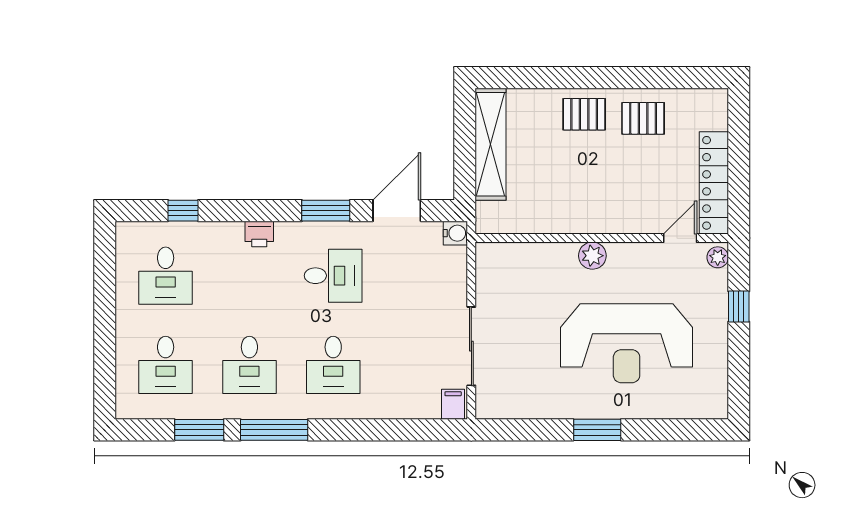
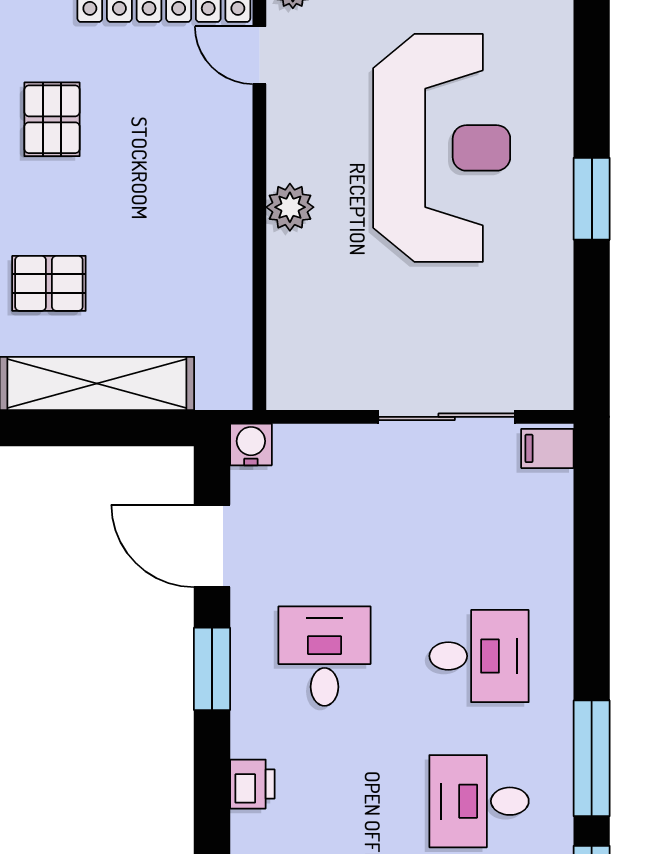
pallet: (584, 114) -> (49, 283), moved, turned 90
desk: (249, 365) -> (479, 801), turned 180

